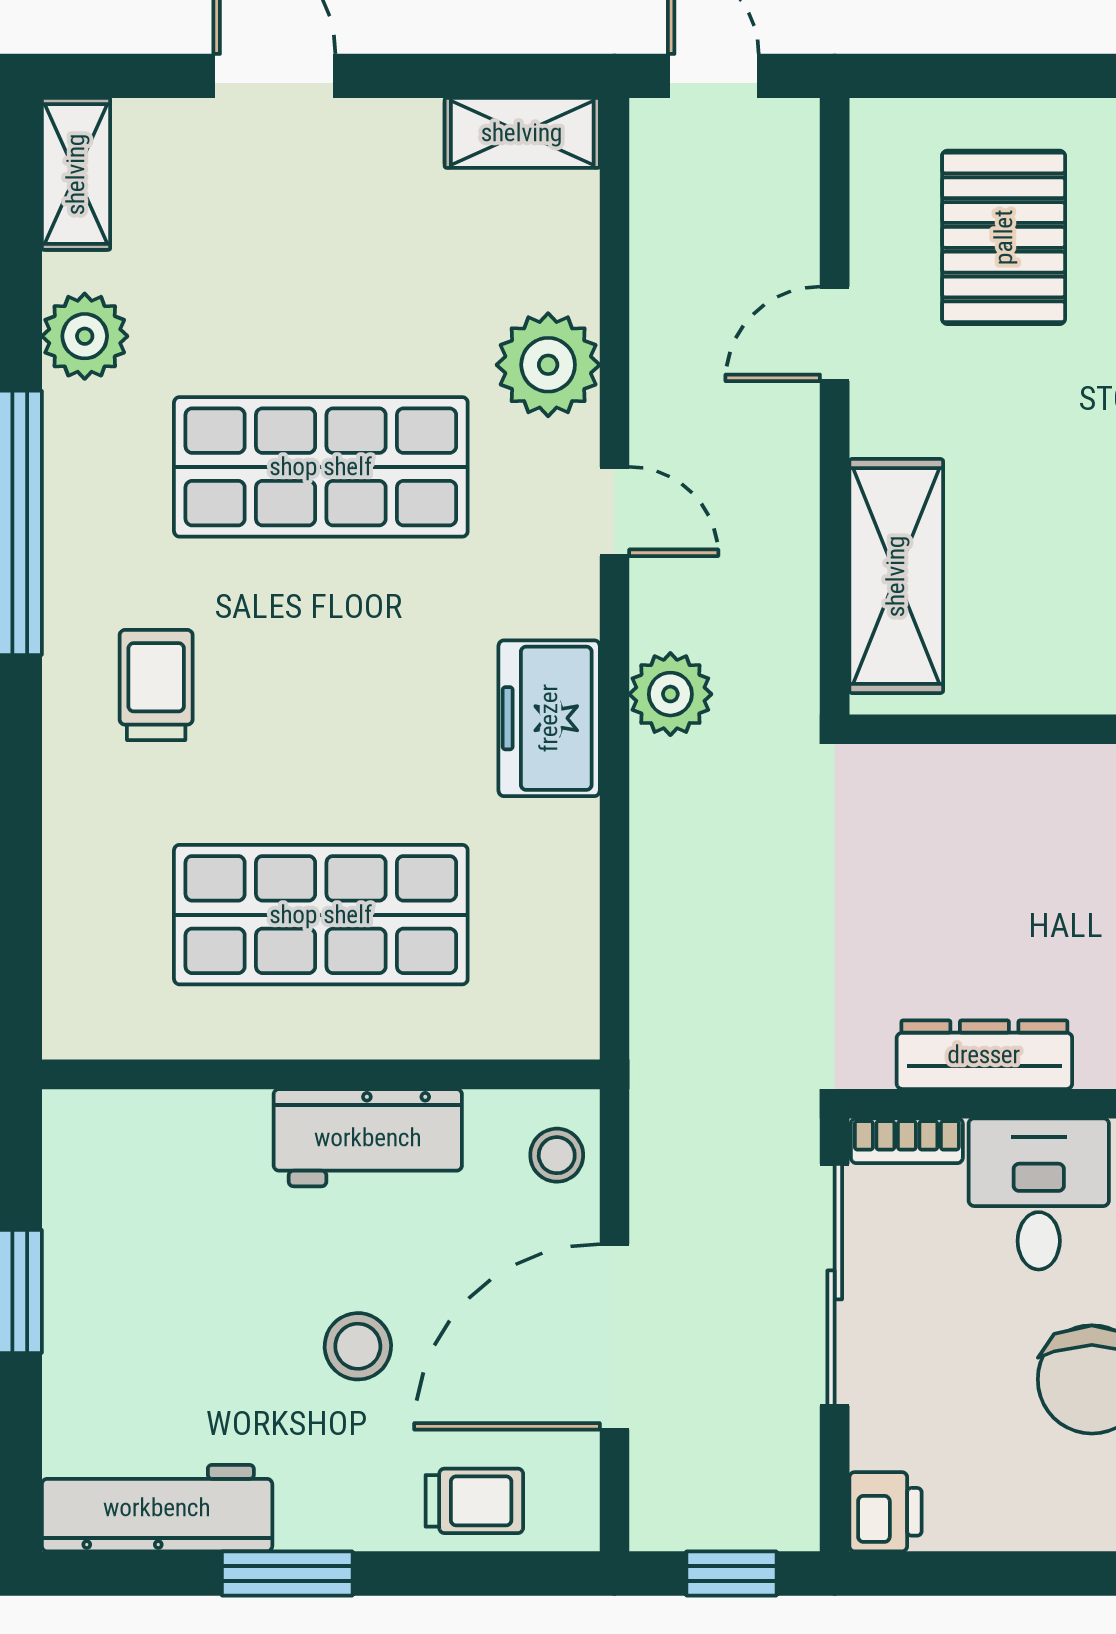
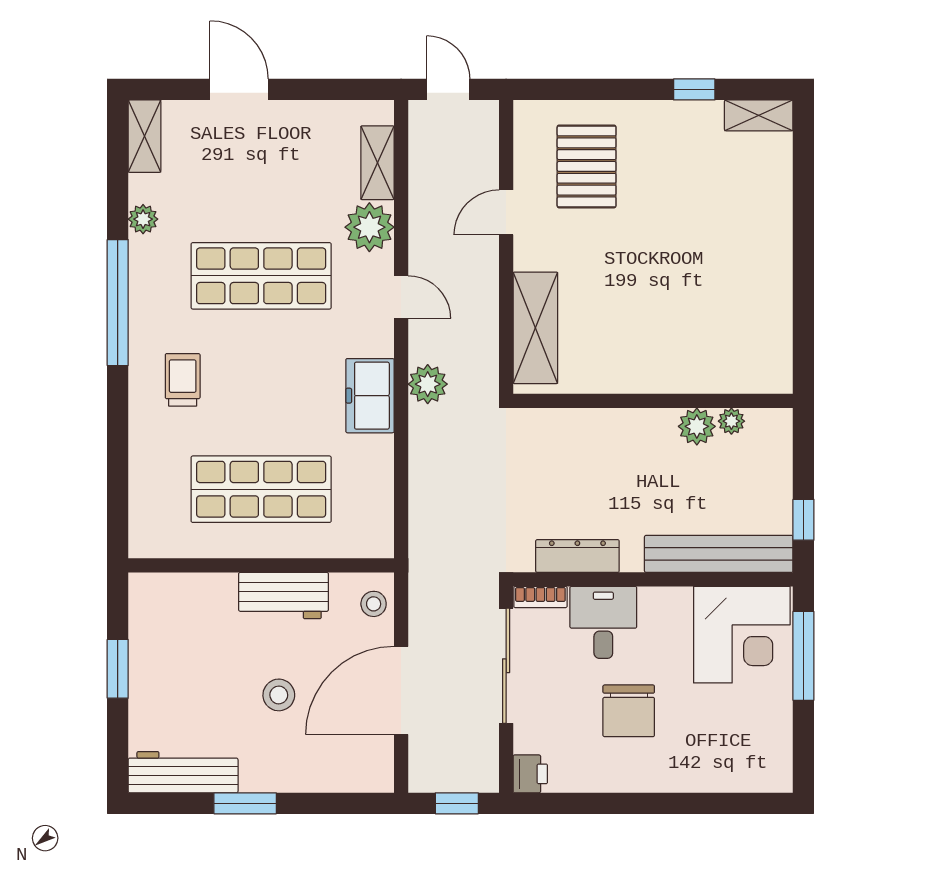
shelving: (522, 133) -> (377, 163), moved, turned 90
plant: (85, 336) -> (143, 219), width x0.73, depth x0.73
trolley: (474, 1501) -> (334, 769), removed

